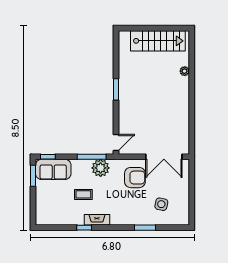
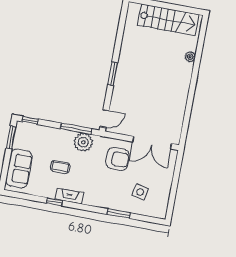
window: (116, 89) -> (113, 74), moved
sofa: (53, 169) -> (19, 168), moved, turned -90

